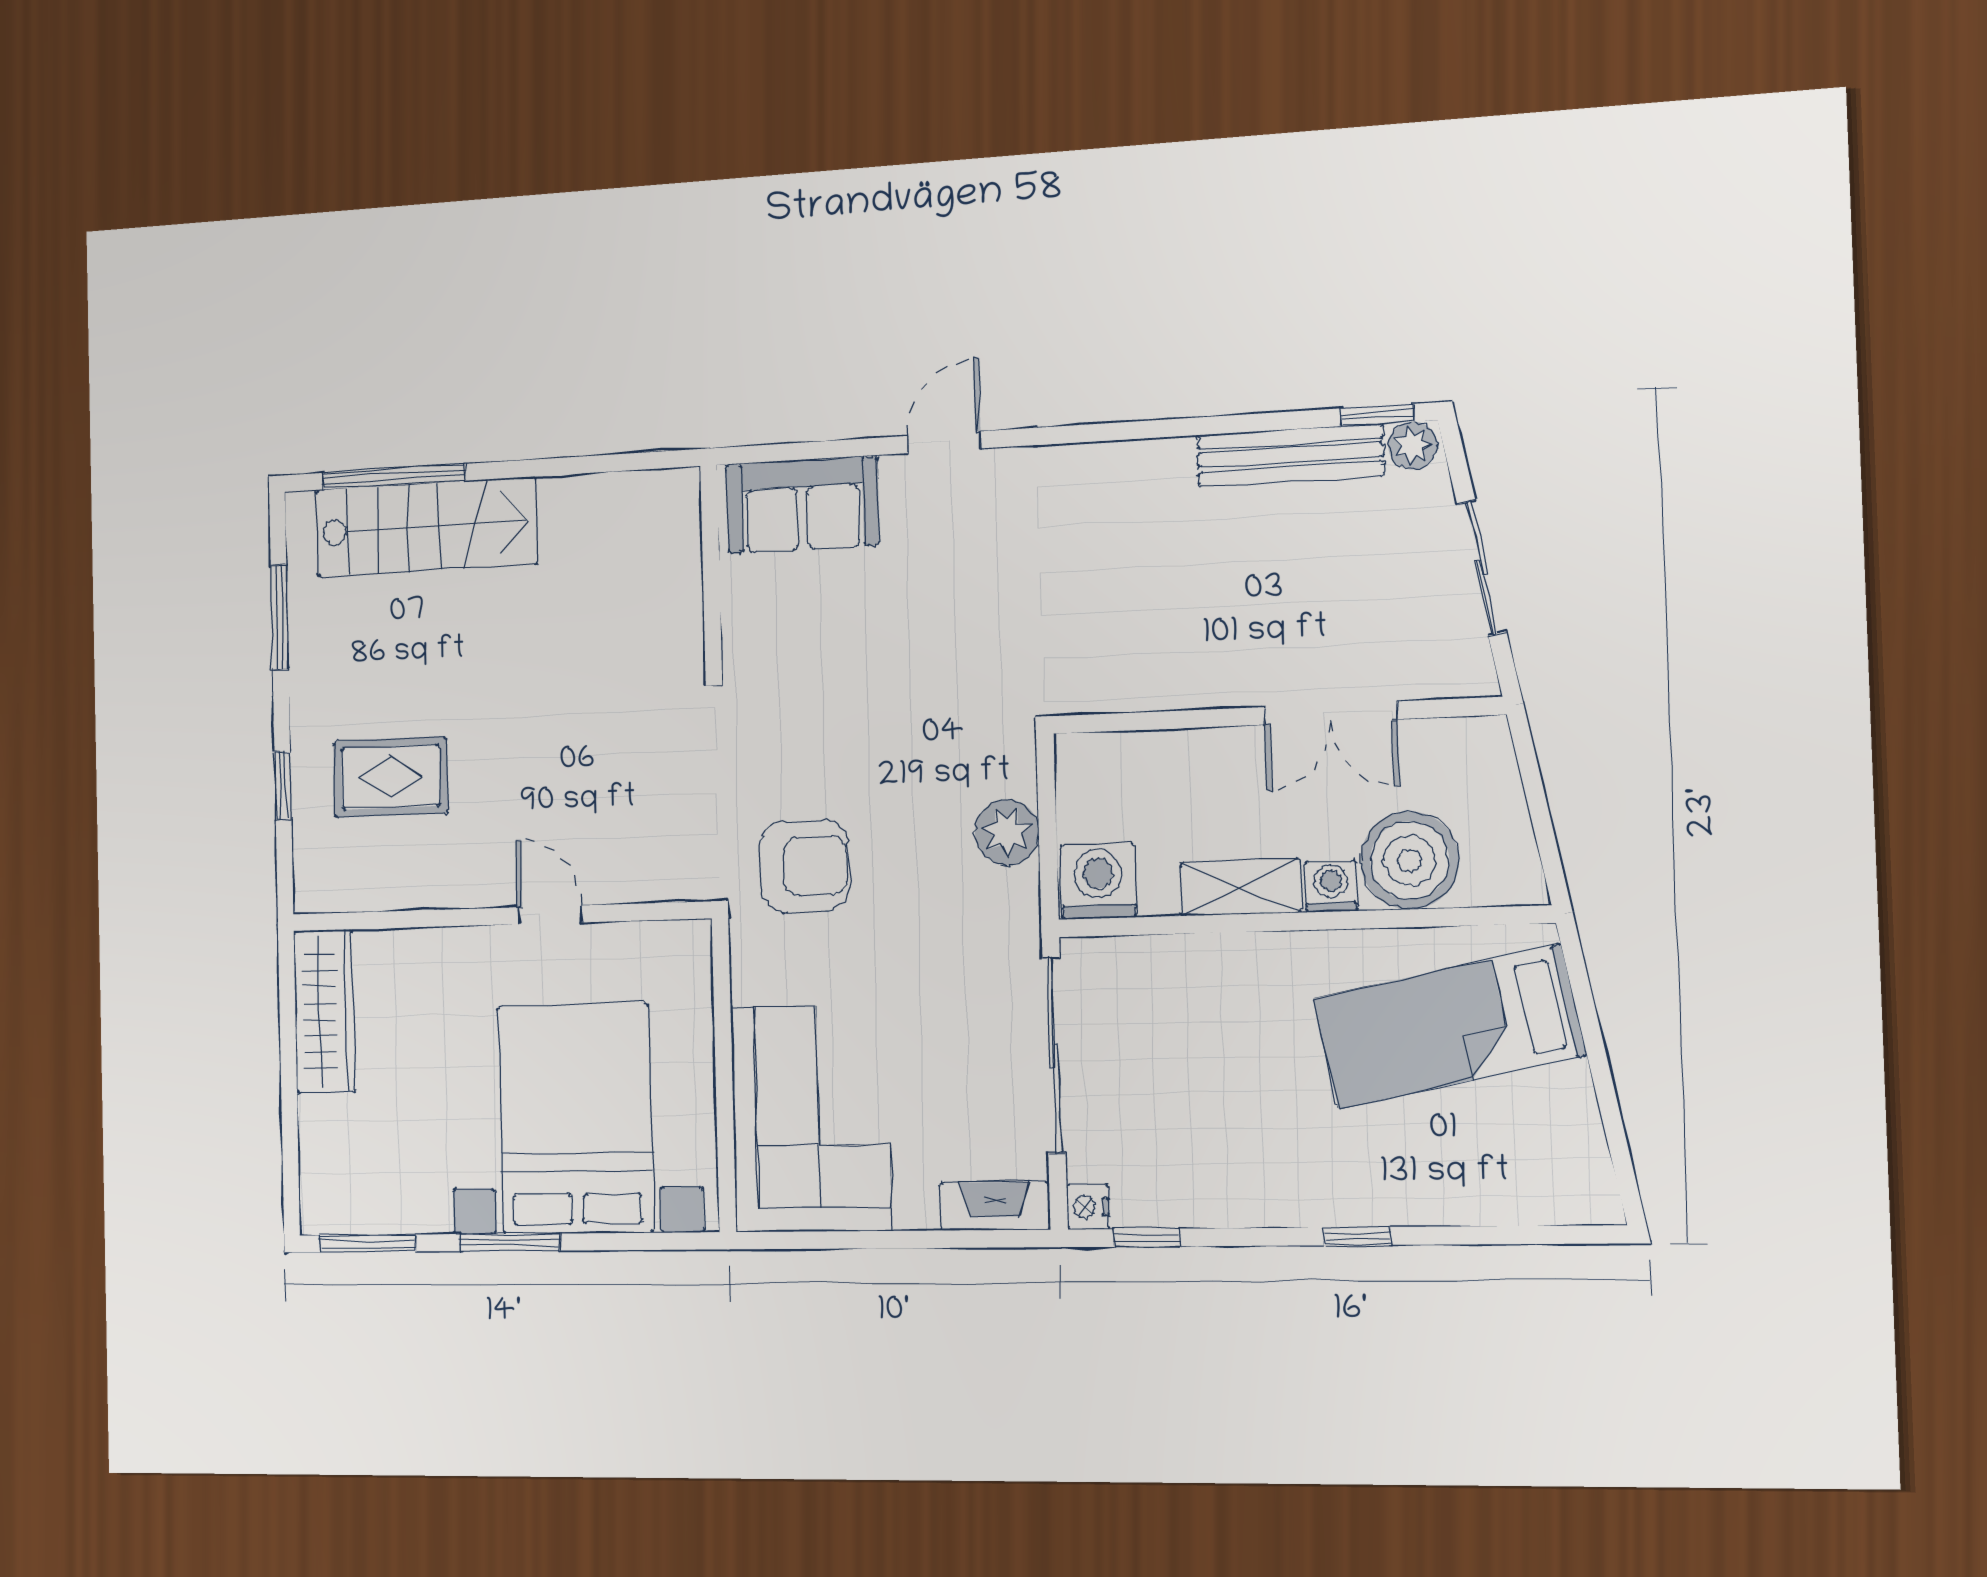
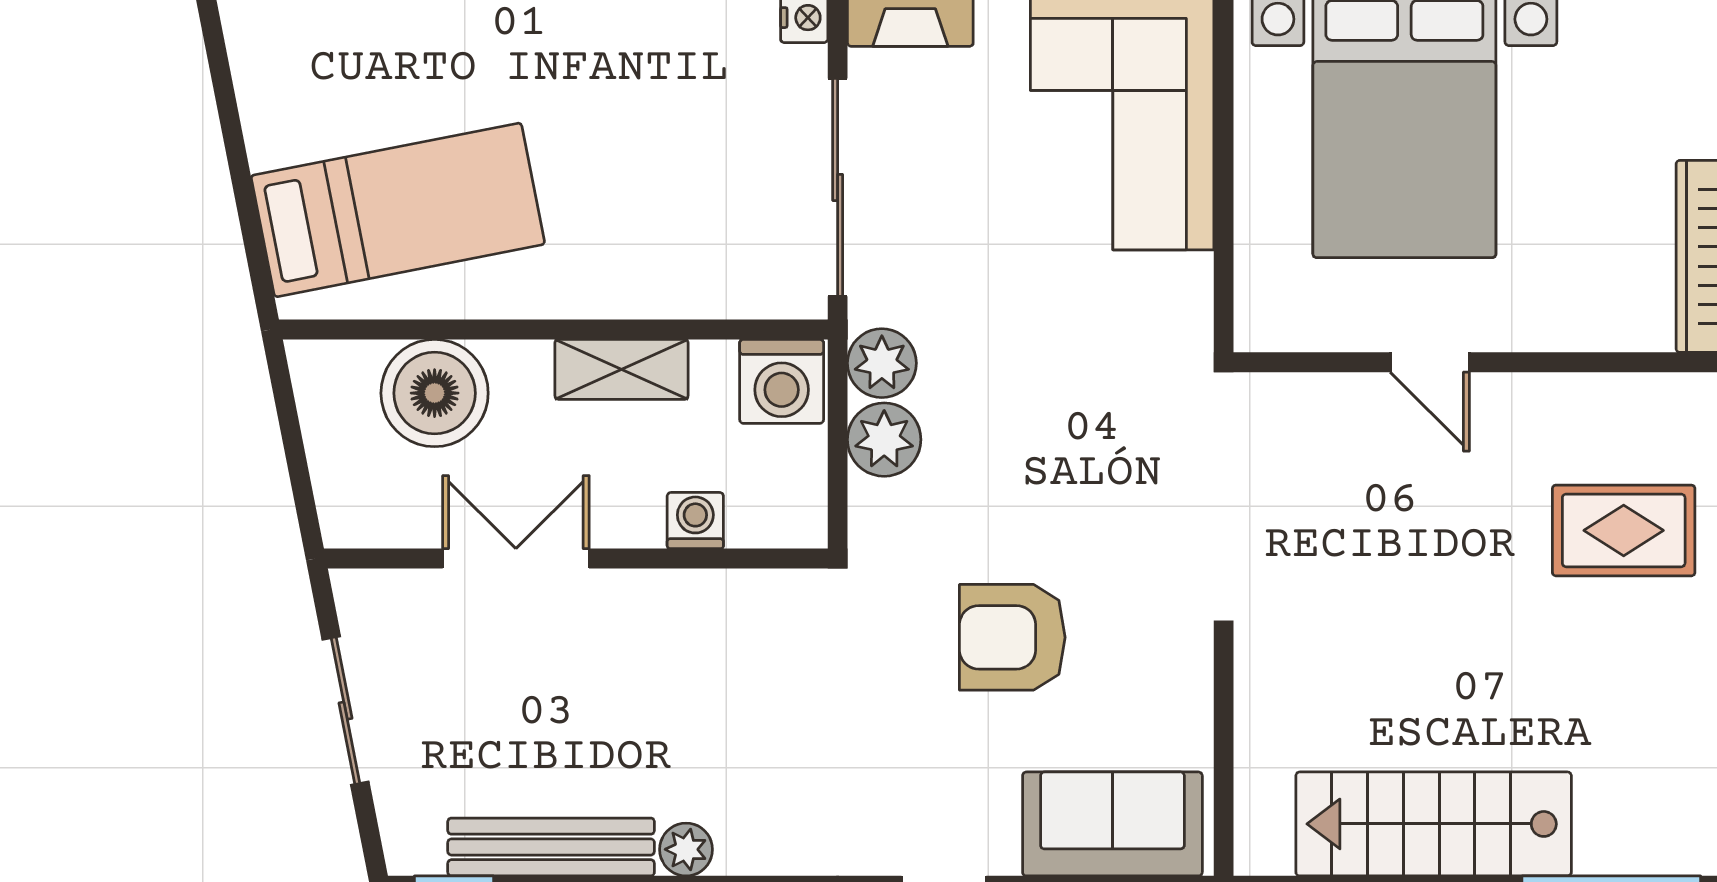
plant: (1413, 446) -> (686, 849), moved
stairs: (426, 527) -> (1434, 824), moved
armchair: (805, 866) -> (1012, 637), moved
washing machine: (1331, 886) -> (695, 521), moved, turned 180
plant: (1011, 900) -> (882, 363), added

